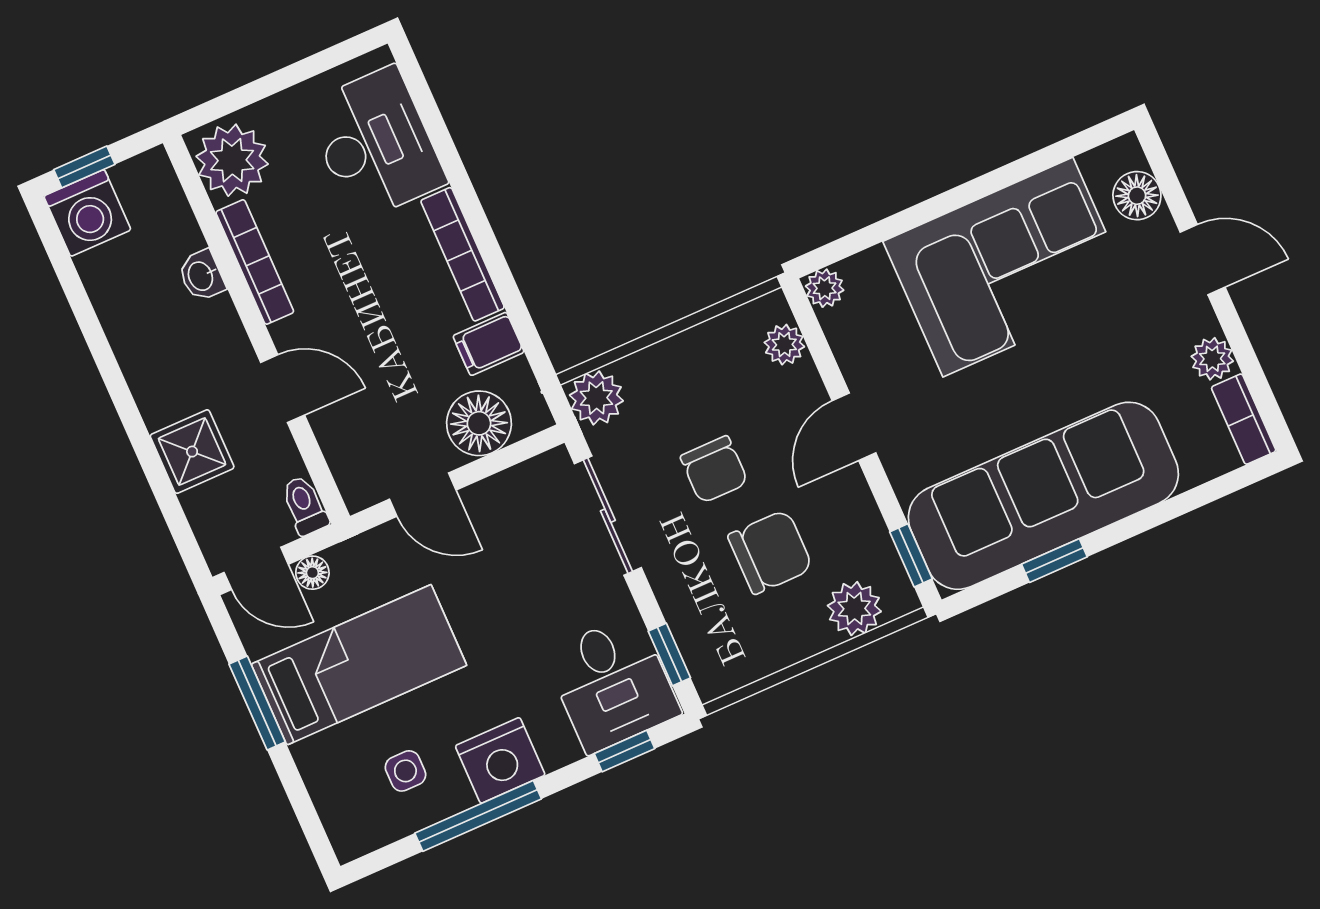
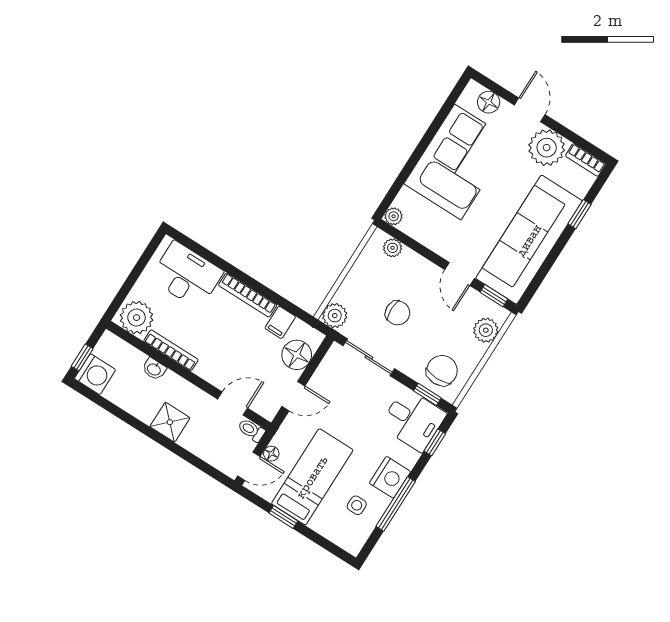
door: (1203, 260) -> (530, 110), hinge flipped
plant: (1212, 359) -> (547, 148), width x1.87, depth x1.87
door: (283, 389) -> (233, 404), moved
door: (854, 427) -> (459, 274), moved
shower: (192, 452) -> (170, 422), moved
chair: (770, 552) -> (442, 371), moved
window: (1054, 561) -> (580, 214), moved
window: (257, 703) -> (283, 517), width x0.67

